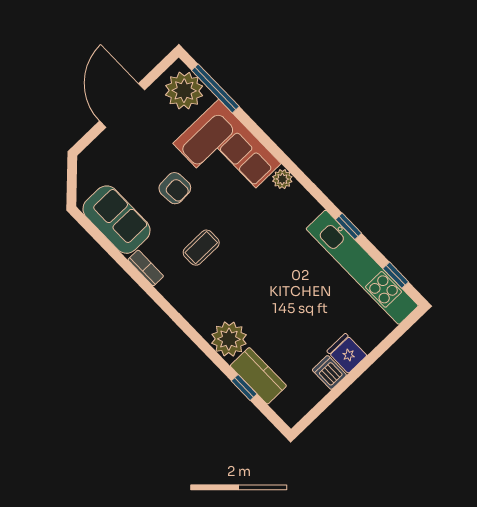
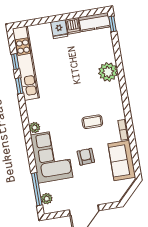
plant: (184, 91) -> (47, 199), width x0.53, depth x0.53
window: (396, 275) -> (15, 62), moved
kitchen counter: (258, 376) -> (94, 22), moved, turned -90
window: (244, 387) -> (112, 24), moved

